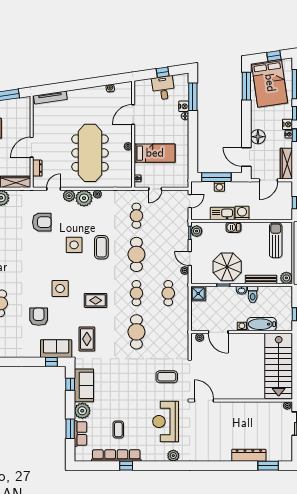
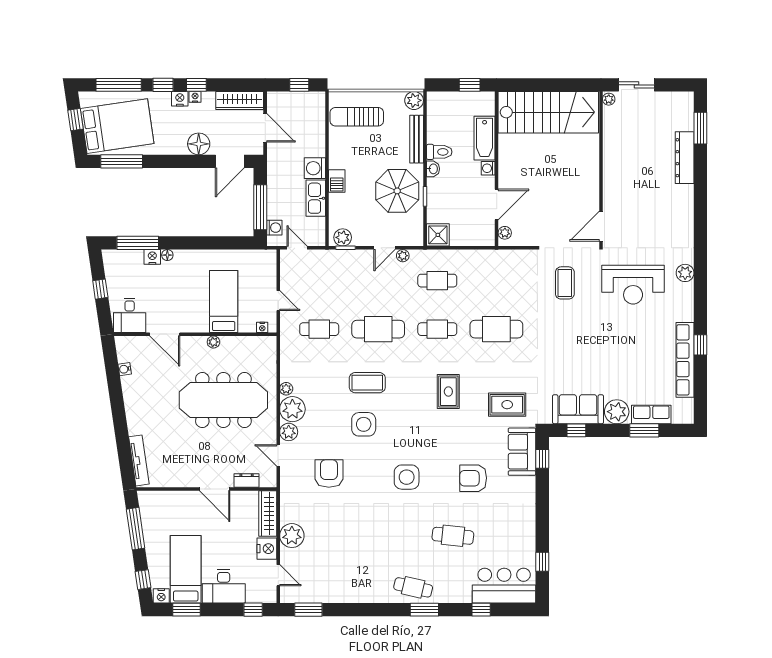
desk: (163, 88) -> (130, 315), moved, turned -82
washing machine: (219, 186) -> (274, 228), moved
side table: (60, 288) -> (407, 477), moved
coffee table: (118, 430) -> (645, 357), removed

